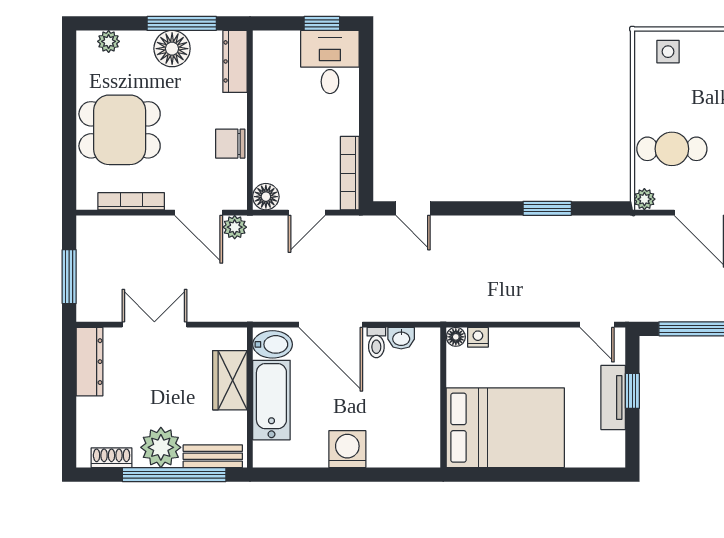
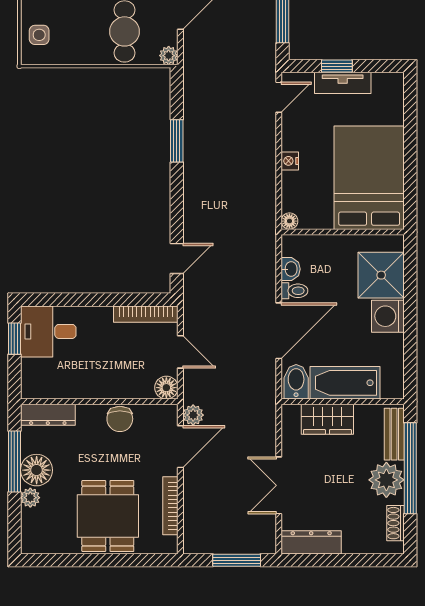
plant: (109, 41) -> (30, 498), moved
nightstand: (478, 337) -> (290, 161), moved
shower: (394, 441) -> (381, 275), added

